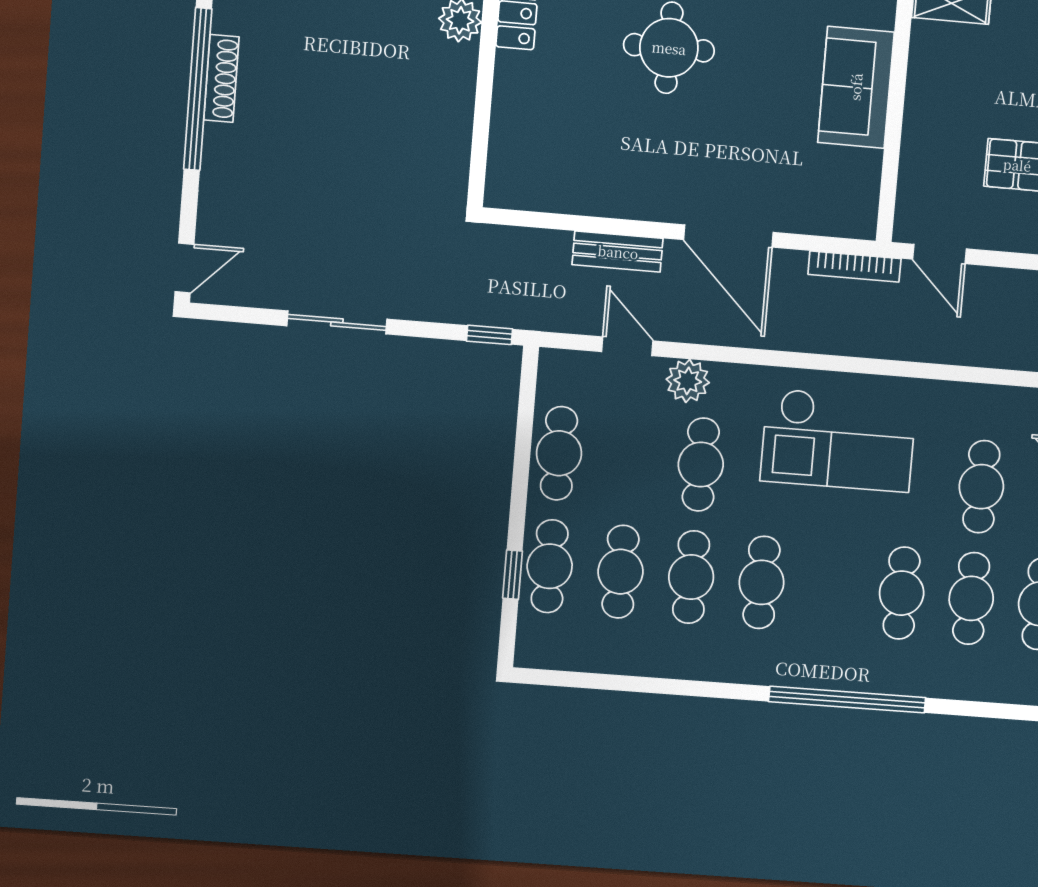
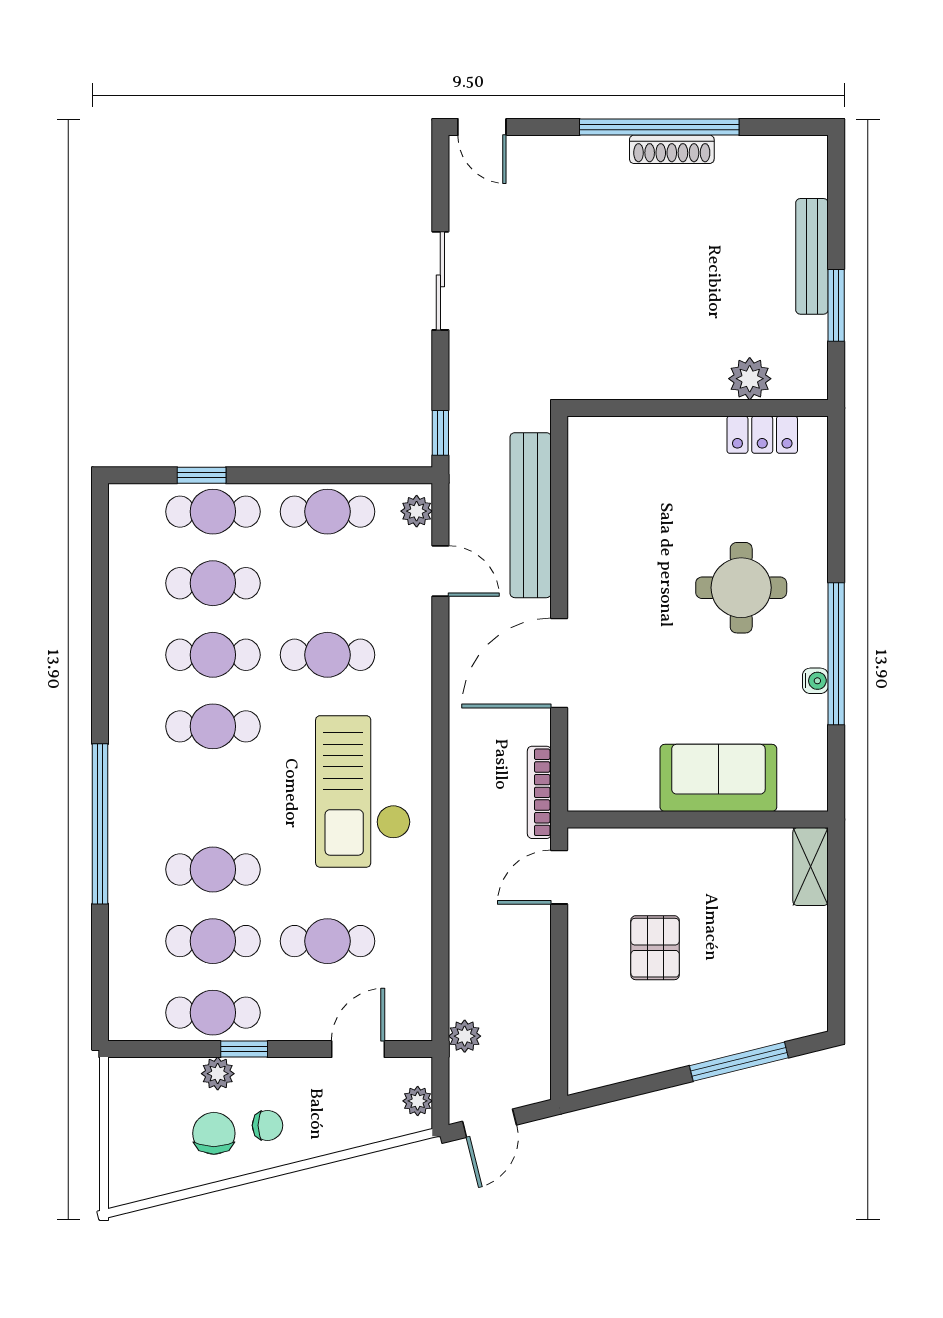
bench: (618, 252) -> (531, 515), width x1.86, depth x1.21
door: (627, 346) -> (440, 571), hinge flipped
plant: (688, 381) -> (417, 511), moved, width x0.73, depth x0.73

